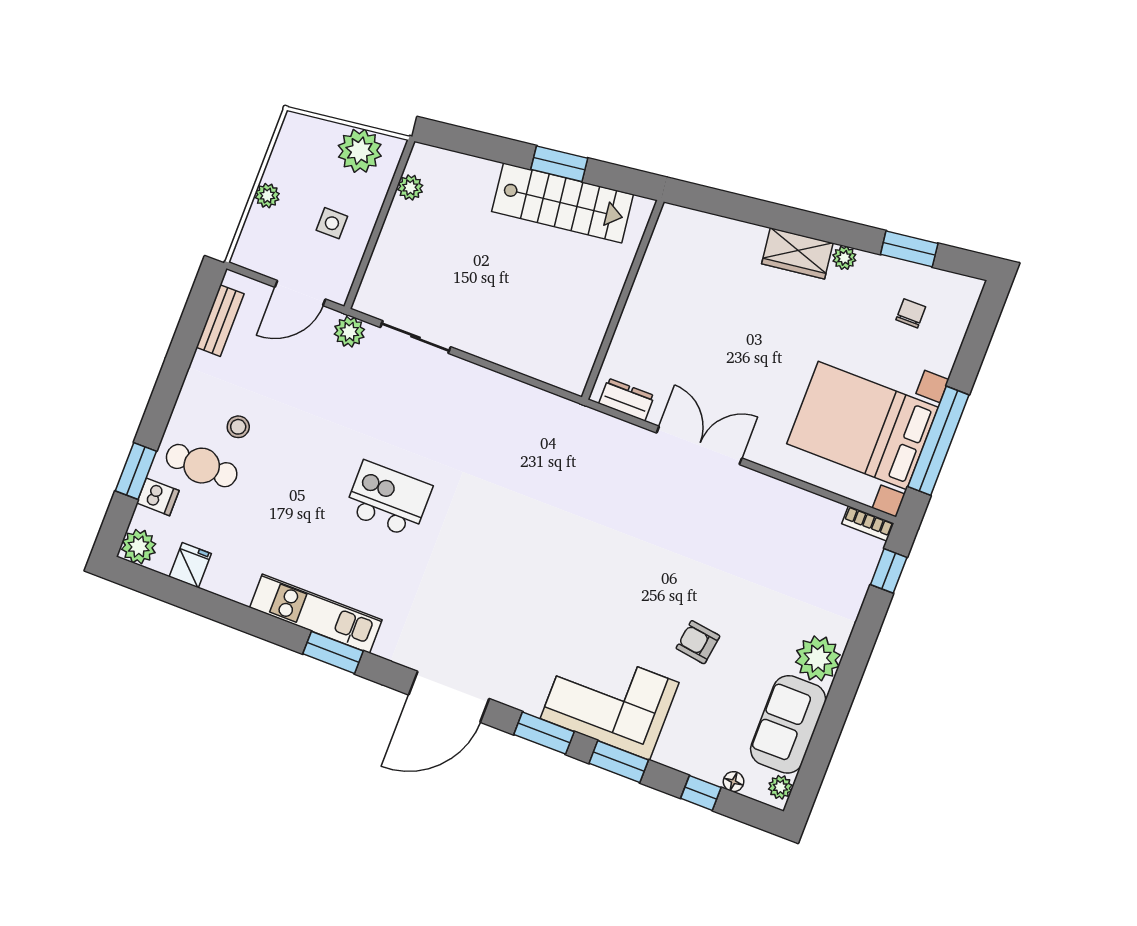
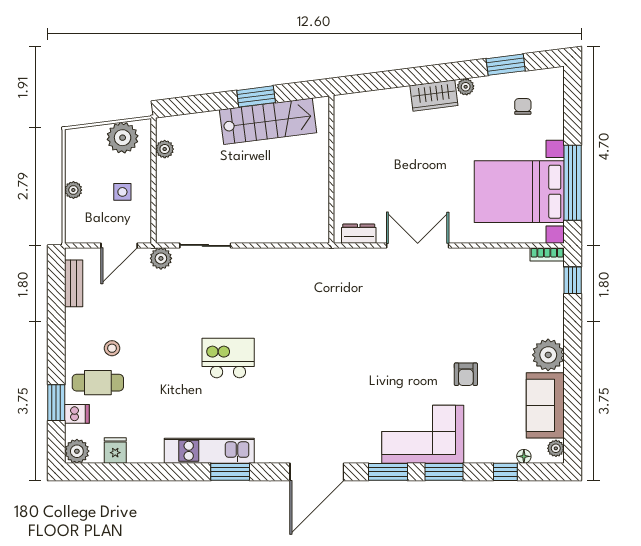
armchair: (698, 642) -> (466, 374), turned -98

